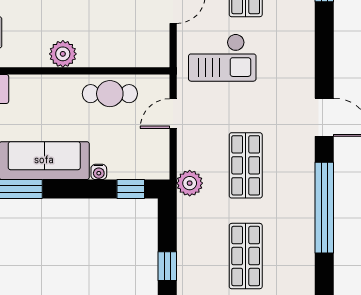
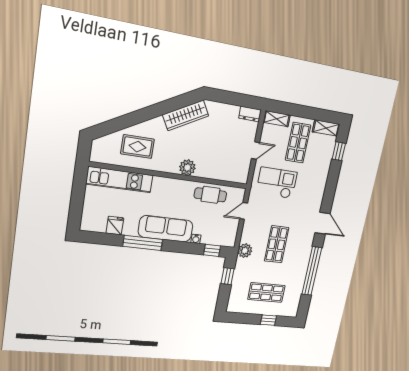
checkout: (222, 58) -> (277, 183), turned 180
shop shelf: (246, 256) -> (266, 292), turned 90
window: (167, 266) -> (228, 276), moved

